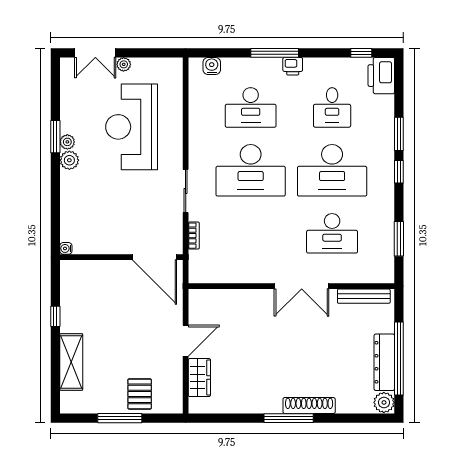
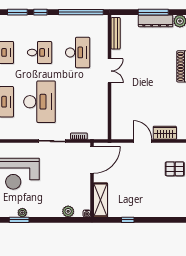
plant: (69, 160) -> (68, 211), moved
desk: (332, 170) -> (40, 52), width x0.53, depth x0.77
window: (399, 239) -> (81, 12), width x2.11
double door: (302, 286) -> (109, 71), width x0.73
window: (399, 358) -> (153, 12), width x0.68
shelving: (71, 362) -> (100, 200), moved, turned 90

